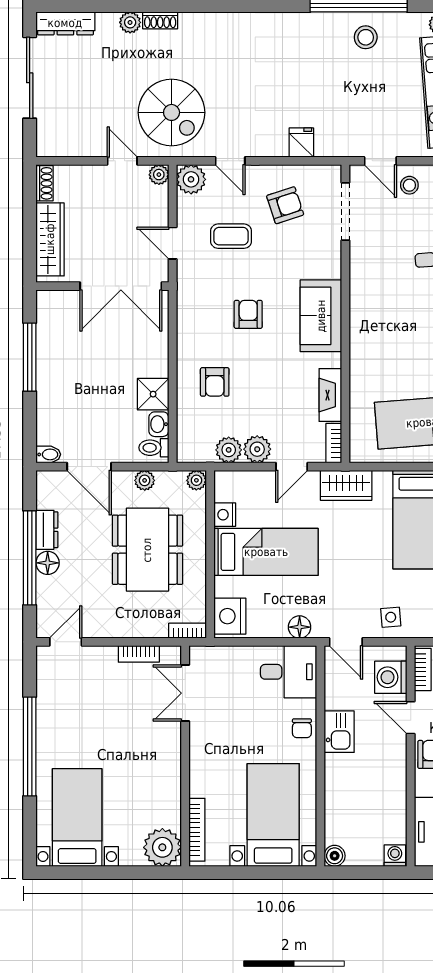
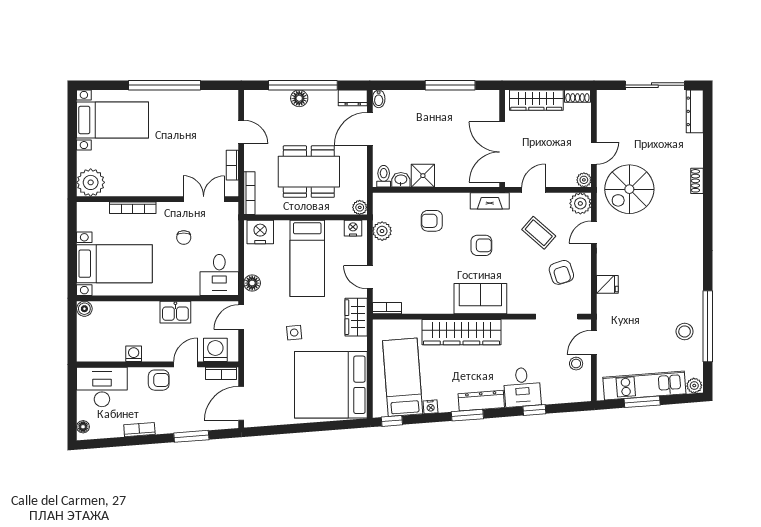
plant: (130, 22) -> (695, 159), removed
coffee table: (231, 236) -> (539, 233), turned -49
wardrobe: (367, 341) -> (461, 332), added
fireplace: (330, 395) -> (490, 201), moved, turned 180
plant: (257, 449) -> (383, 252), removed
plant: (145, 480) -> (360, 169), removed
nightstand: (225, 515) -> (353, 228), moved
dresser: (47, 530) -> (353, 98), moved
side table: (391, 617) -> (294, 333), moved
bookcase: (188, 631) -> (249, 193), width x1.56
door: (66, 642) -> (241, 132), moved
chair: (302, 728) -> (184, 238), moved, turned -90
bookcase: (197, 830) -> (133, 208), moved
washing machine: (395, 856) -> (134, 354), moved, turned -90

